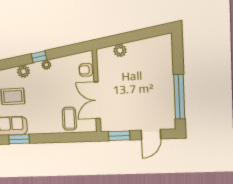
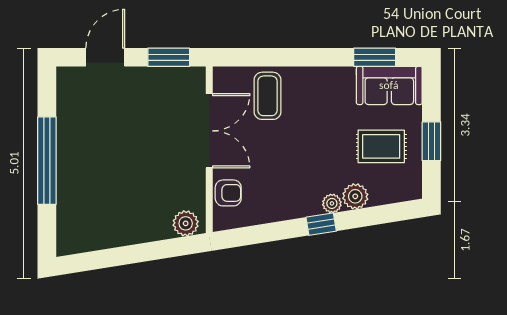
plant: (120, 50) -> (186, 223), moved
plant: (46, 65) -> (332, 203), moved
window: (179, 97) -> (47, 161), moved

